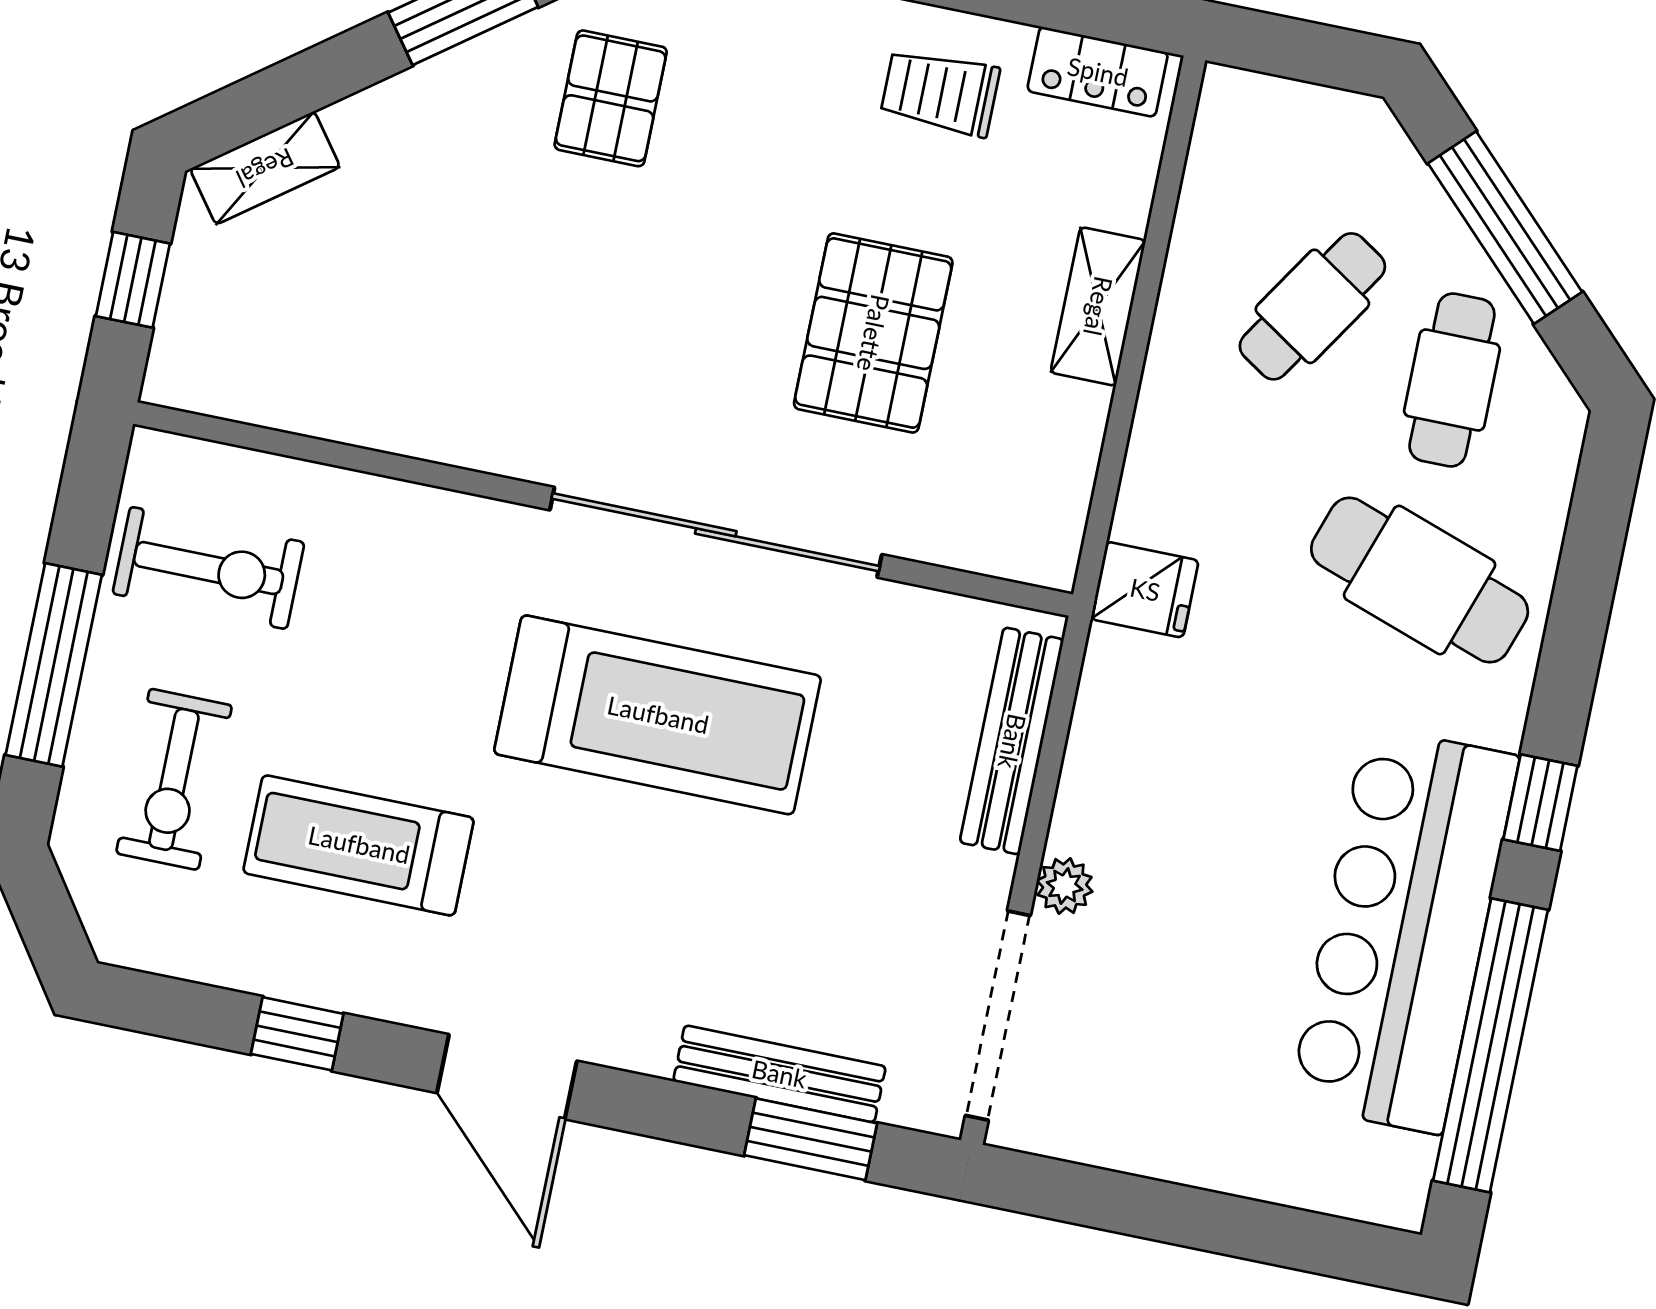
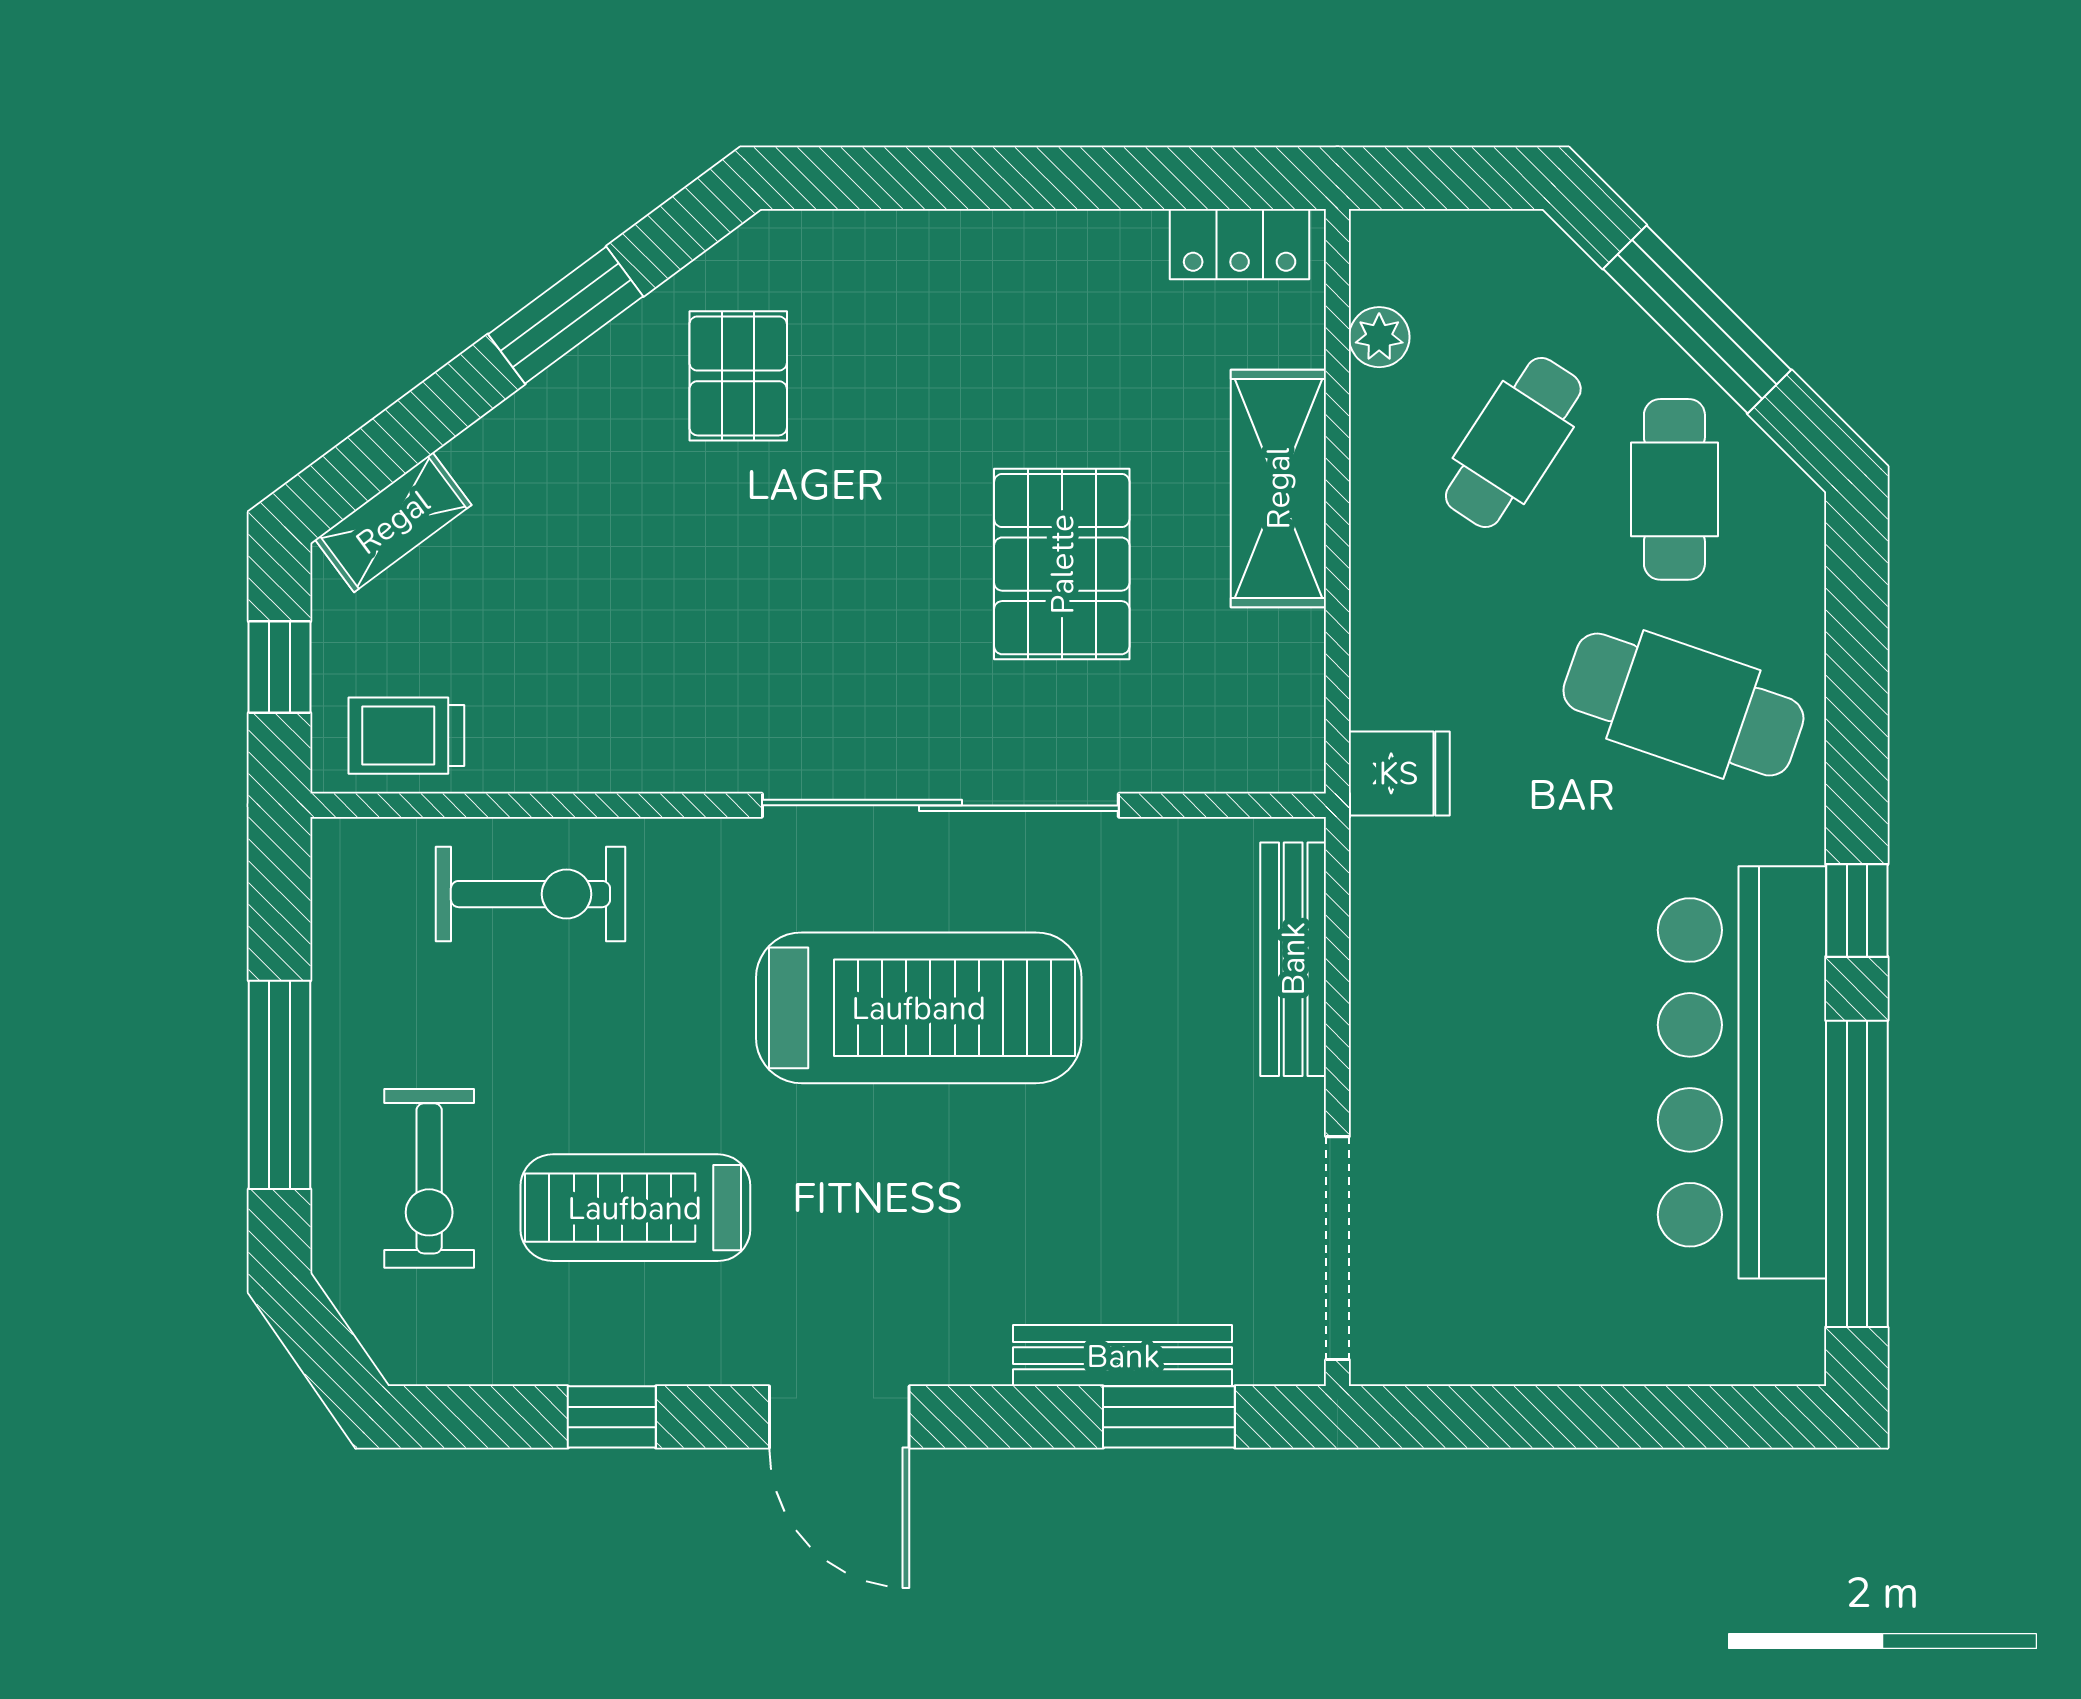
trolley: (940, 92) -> (406, 736), moved
shelving: (1098, 306) -> (1278, 488), width x1.50, depth x1.33
exercise bike: (209, 568) -> (530, 894), moved
plant: (1065, 886) -> (1379, 337), moved

